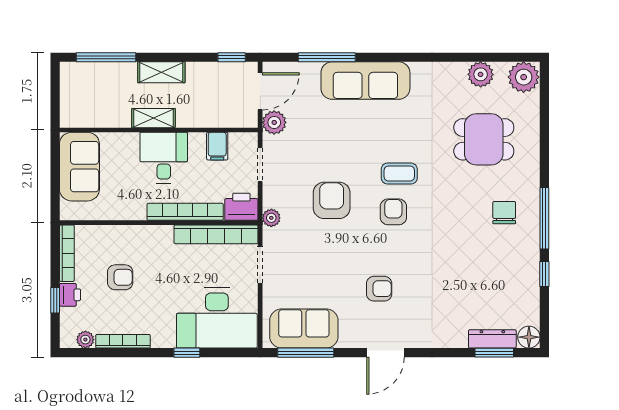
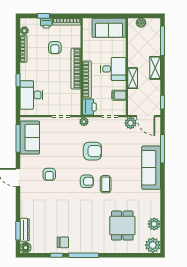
boiler: (69, 101) -> (141, 23), added
shelving: (153, 118) -> (133, 78), moved
chair: (504, 213) -> (63, 242), moved
bookcase: (216, 234) -> (76, 69), moved
desk: (217, 318) -> (31, 95), width x0.73, depth x0.77

